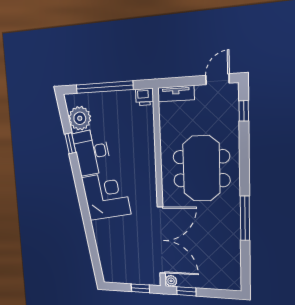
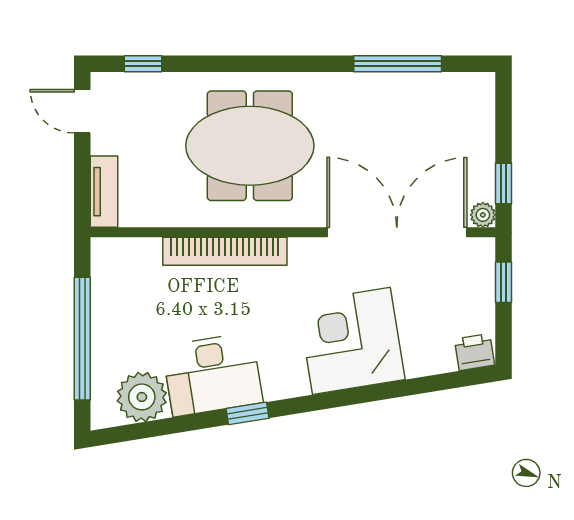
printer: (145, 97) -> (474, 352), moved, turned -99
window: (70, 143) -> (247, 413), moved
bookcase: (149, 157) -> (225, 251), added
corner desk: (106, 196) -> (351, 341), moved
window: (245, 218) -> (398, 64), moved

